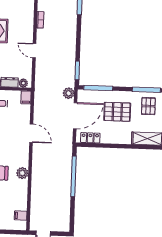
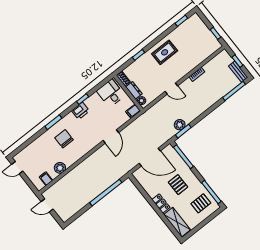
door: (34, 51) -> (171, 89), swing flipped
plant: (69, 93) -> (180, 125), moved
pallet: (117, 112) -> (178, 185), width x0.67, depth x0.71
locker: (90, 138) -> (161, 203), moved
plant: (22, 173) -> (60, 168), moved

